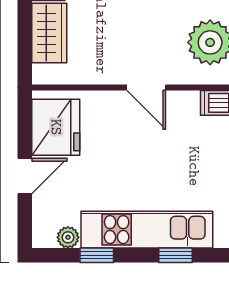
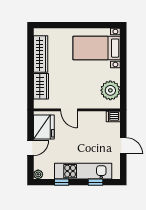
door: (146, 88) -> (69, 110), moved
plant: (68, 237) -> (38, 174), moved

